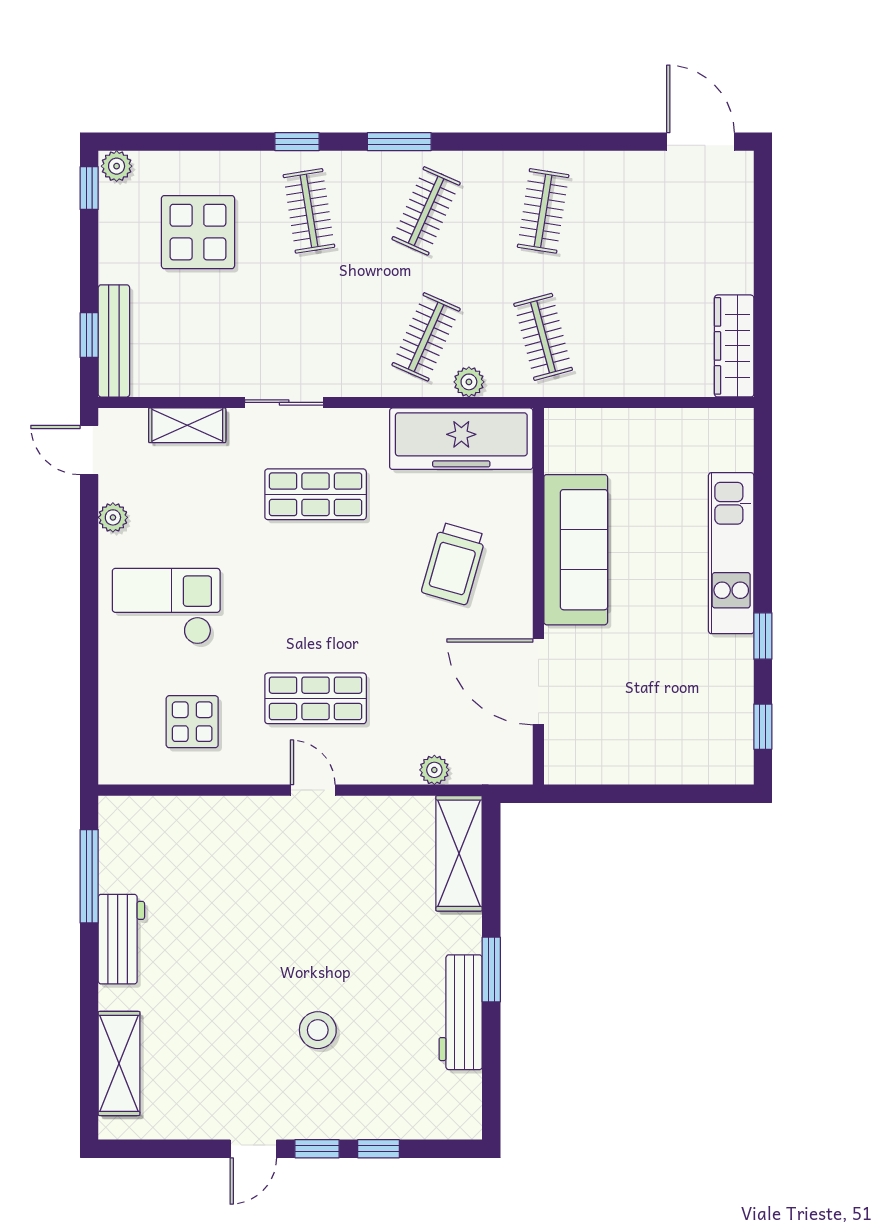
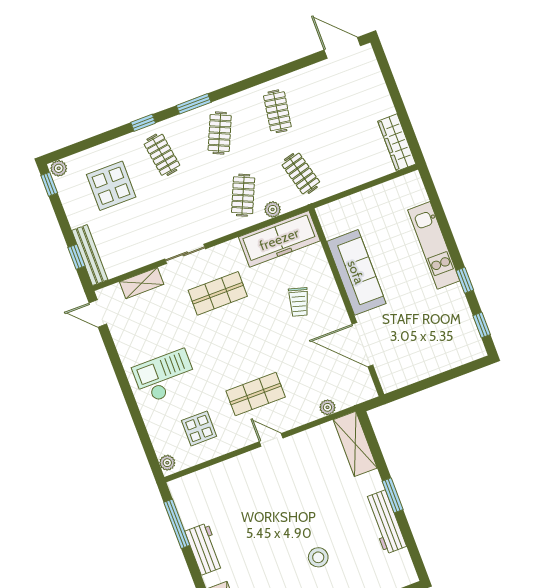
plant: (113, 517) -> (167, 463), moved
trolley: (454, 564) -> (299, 302), width x0.73, depth x0.72

